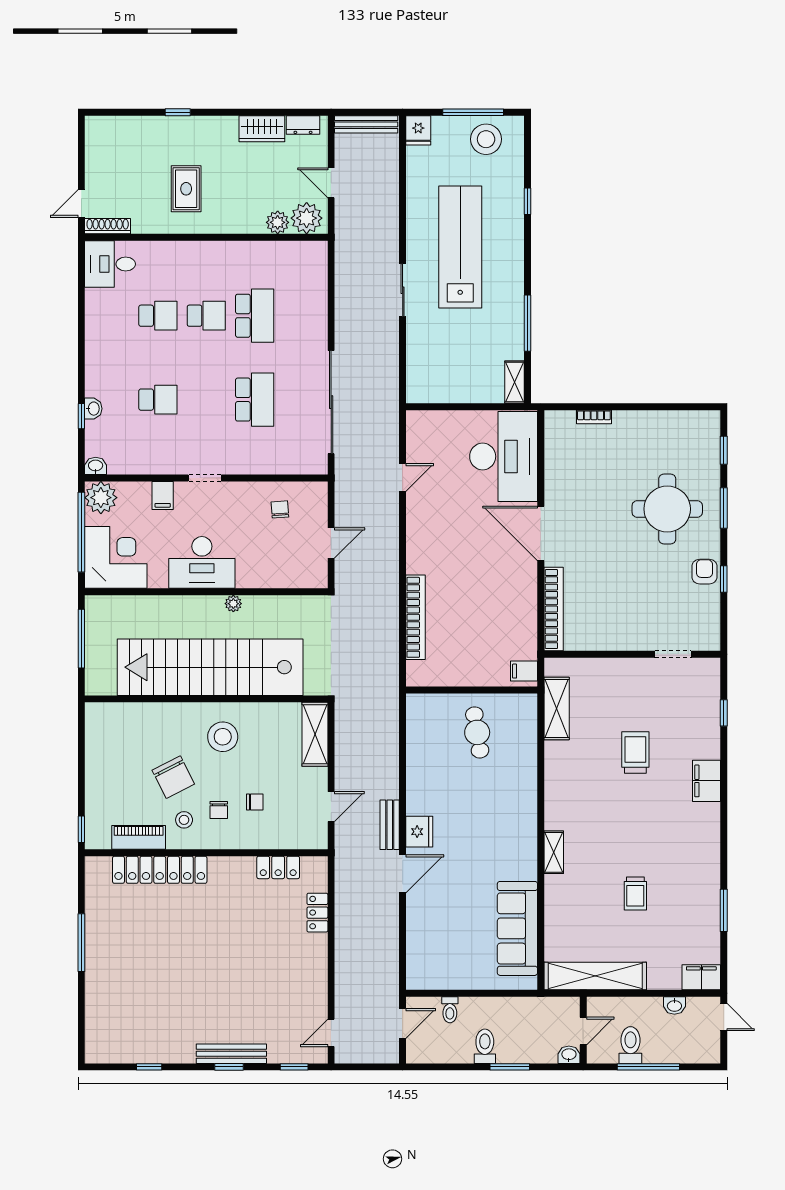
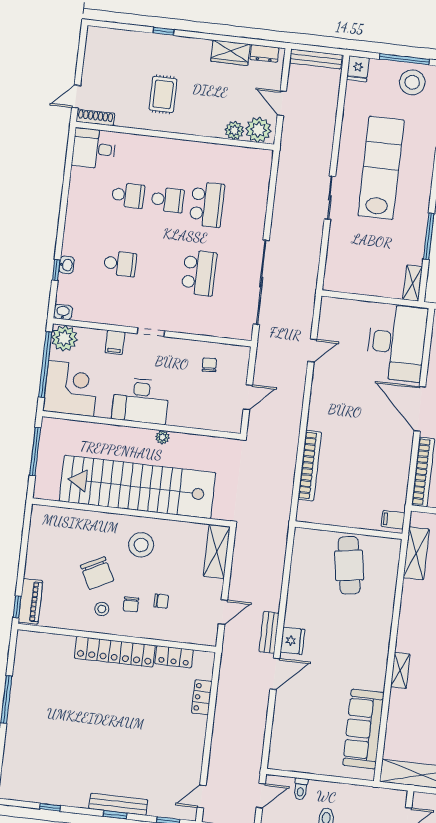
cafe table: (477, 732) -> (349, 565), width x1.37, depth x1.35
piano: (139, 837) -> (30, 601), moved, turned 90
locker: (160, 870) -> (115, 652), moved

